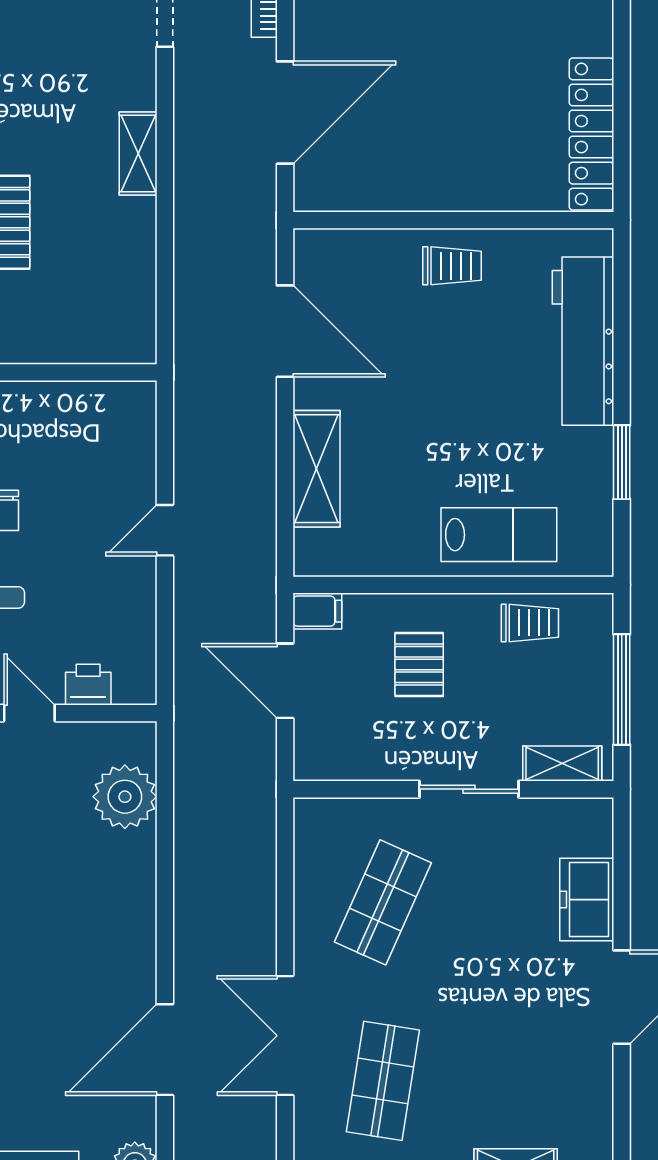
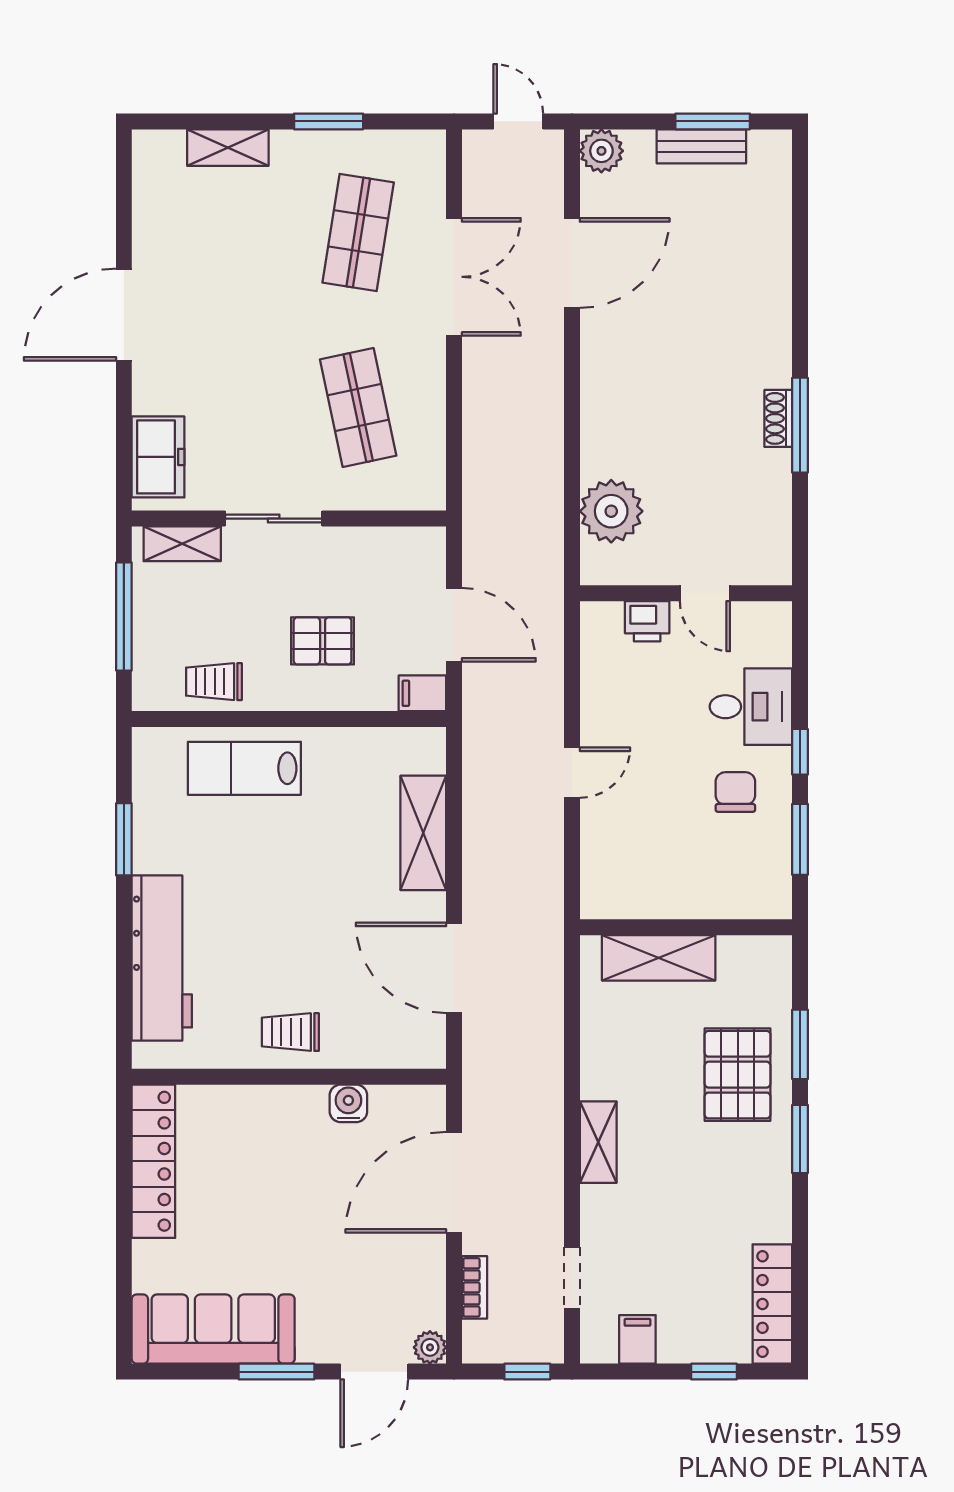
water cooler: (393, 193) -> (348, 1103), added
shelving: (77, 341) -> (659, 958), added
pallet: (419, 664) -> (323, 641), turned 90
freezer: (587, 900) -> (158, 457), moved
shop shelf: (383, 902) -> (358, 408), turned -36

